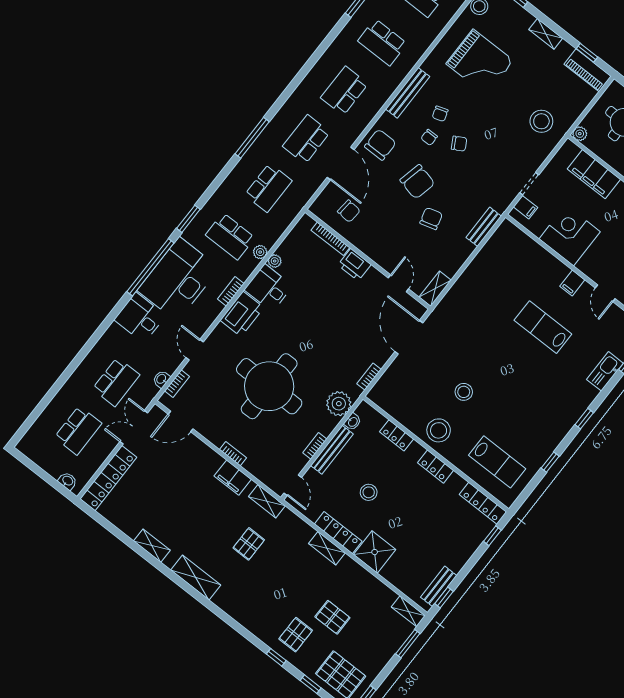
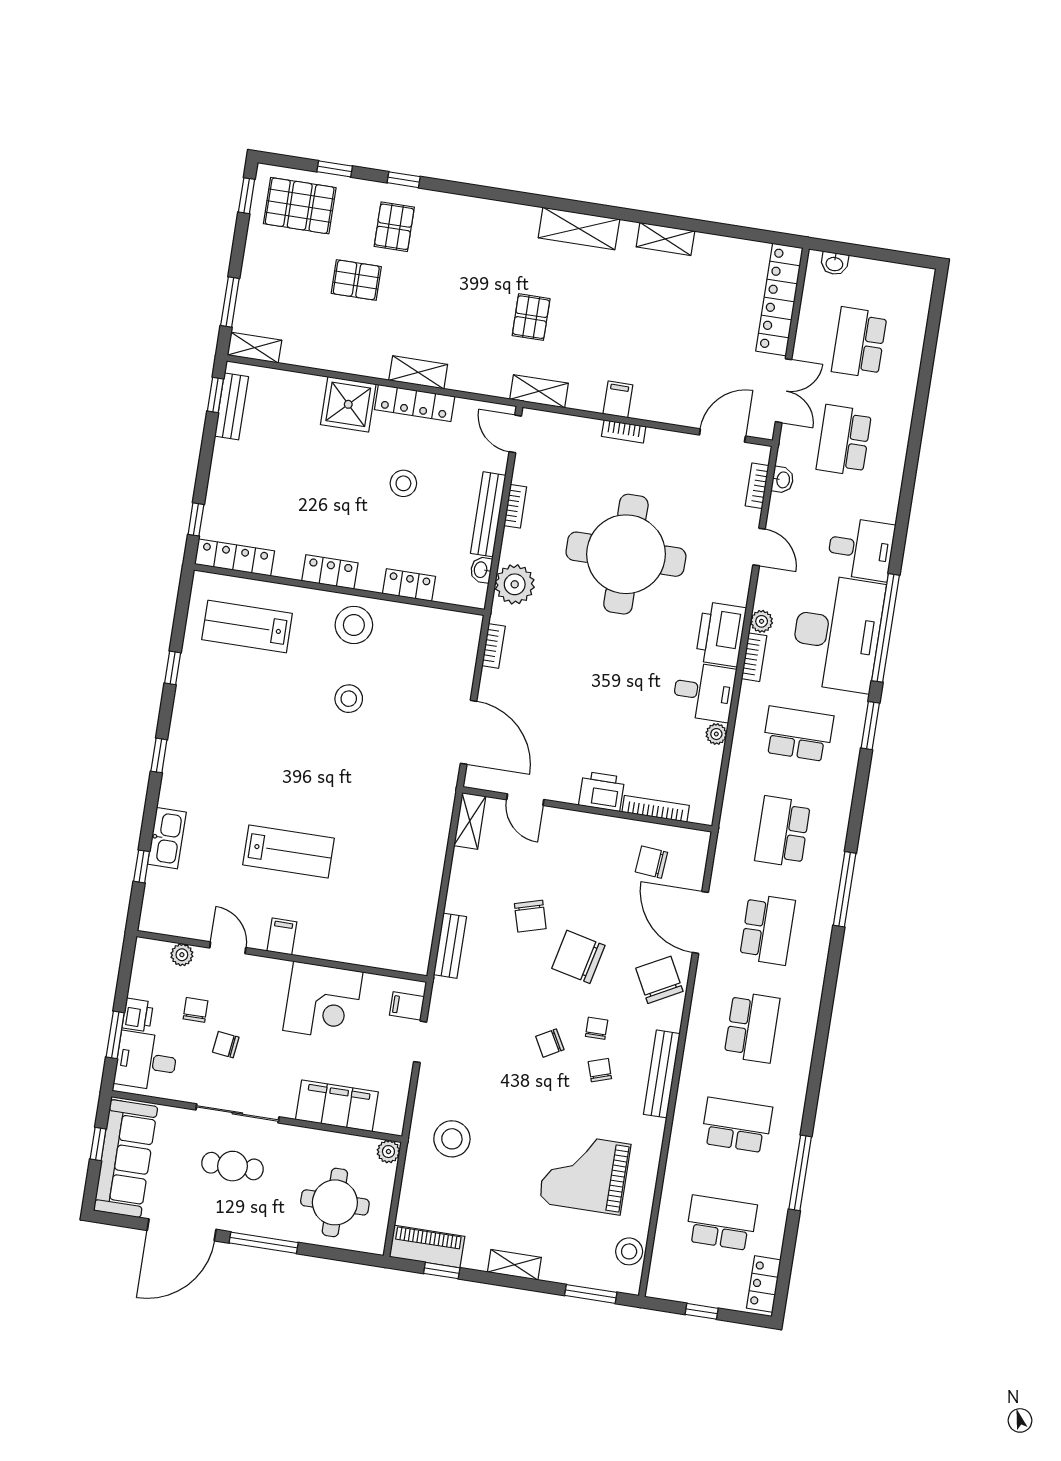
chair: (380, 145) -> (659, 980), turned 152
plant: (260, 252) -> (762, 621), moved
filing cabinet: (233, 478) -> (618, 399), width x0.50

